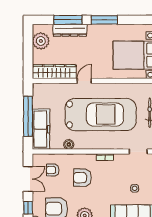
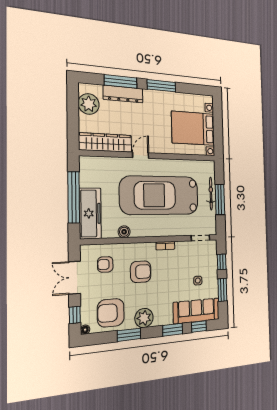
car: (101, 115) -> (160, 195), turned 180
armchair: (83, 178) -> (141, 272), turned 180
double door: (28, 179) -> (74, 278), swing flipped

